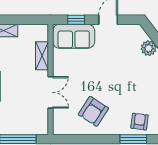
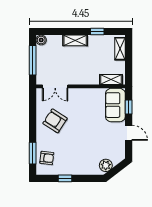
shelving: (42, 56) -> (111, 80), moved
double door: (51, 92) -> (55, 86), moved

